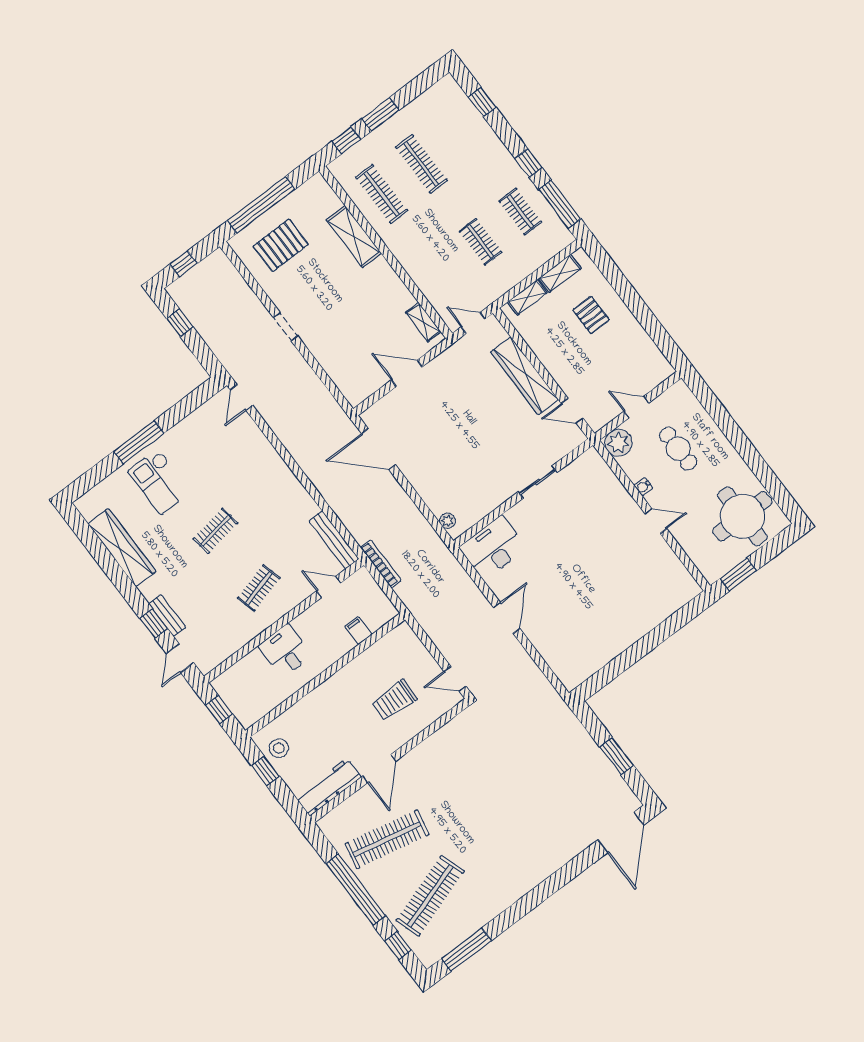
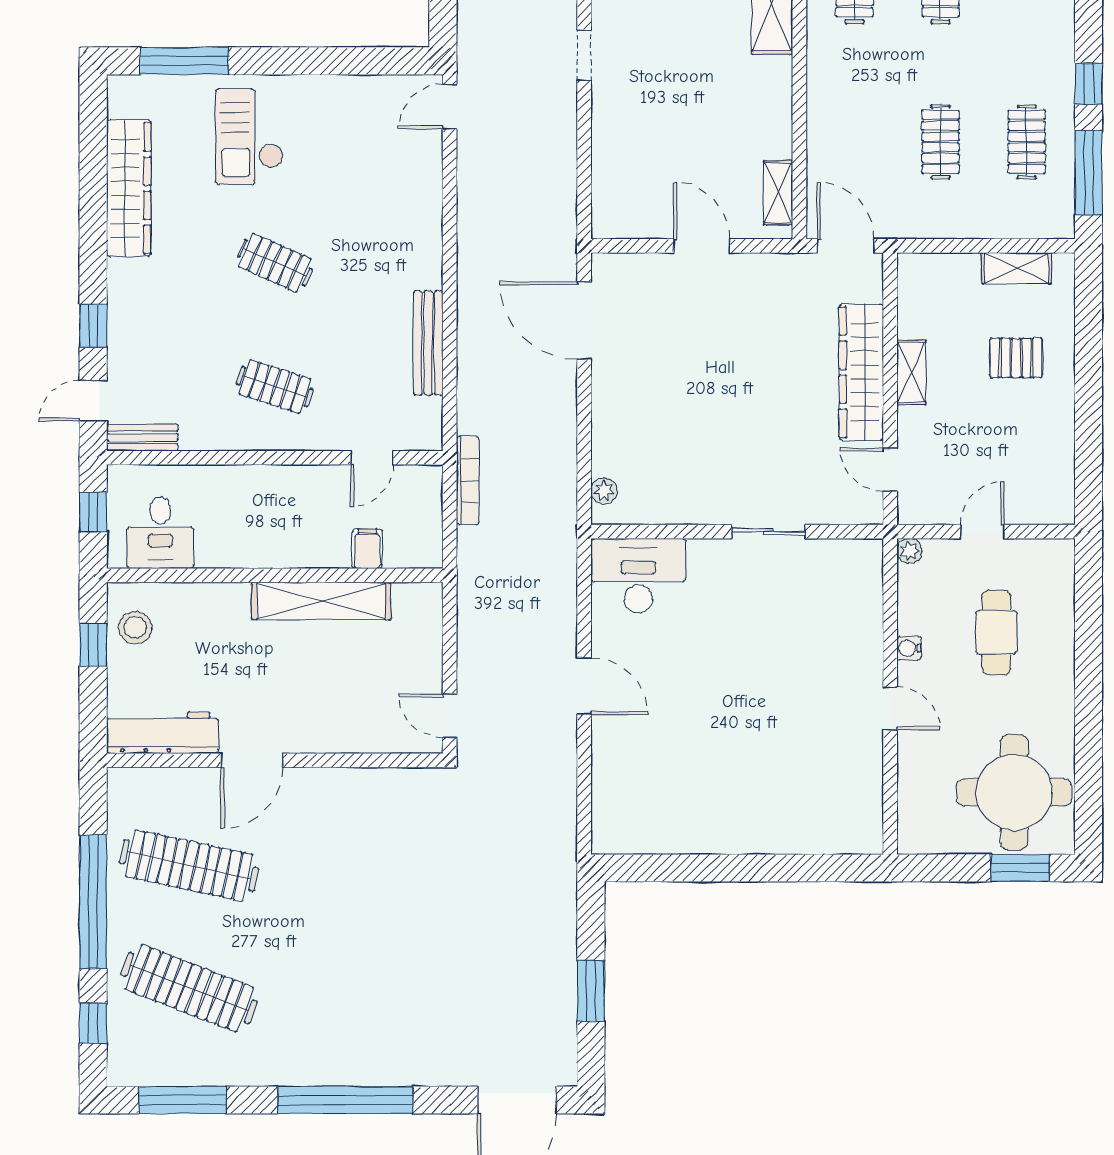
shelving: (527, 297) -> (911, 372), moved, turned 90
pallet: (591, 315) -> (1016, 358), turned 90
door: (473, 323) -> (846, 246), width x1.38
door: (636, 407) -> (982, 532), hinge flipped
window: (139, 442) -> (184, 61), moved
plant: (618, 443) -> (909, 551), width x0.53, depth x0.53
clothes rail: (215, 531) -> (275, 263), turned 33
bench: (334, 540) -> (428, 343), moved
window: (738, 575) -> (1020, 868), moved
door: (329, 587) -> (372, 458), swing flipped
clothes rail: (259, 588) -> (275, 387), turned 33
bench: (167, 615) -> (142, 437), moved, turned 90
door: (507, 618) -> (584, 686), hinge flipped
desk: (285, 651) -> (160, 533), moved, turned 180
shelving: (355, 671) -> (321, 601), added
trolley: (394, 700) -> (344, 682), removed
window: (541, 893) -> (345, 1100), added
clothes rail: (430, 896) -> (189, 988), turned 39

